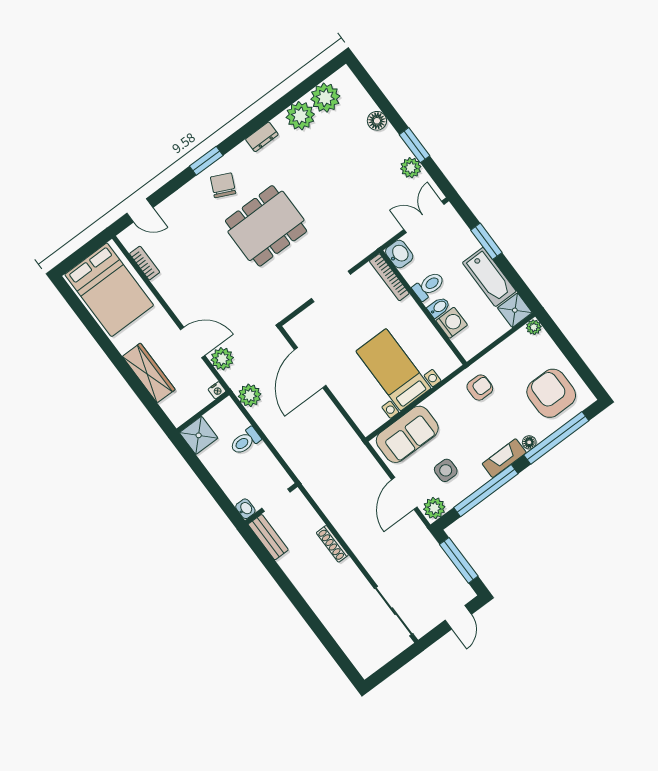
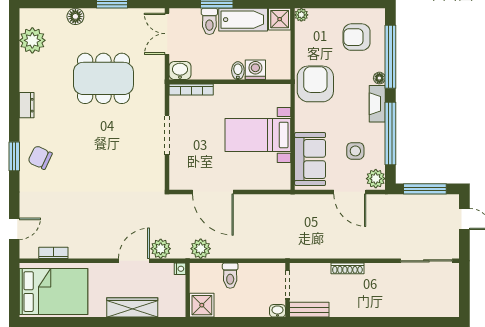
plant: (300, 116) -> (32, 67), removed
plant: (411, 168) -> (126, 17), removed
dining table: (266, 226) -> (103, 78), moved, turned 90
toilet: (429, 286) -> (209, 21), moved, turned 180
armchair: (480, 388) -> (315, 84), width x1.88, depth x1.88
armchair: (551, 393) -> (357, 37), width x0.73, depth x0.73

